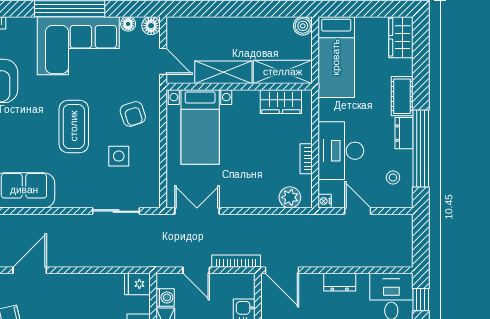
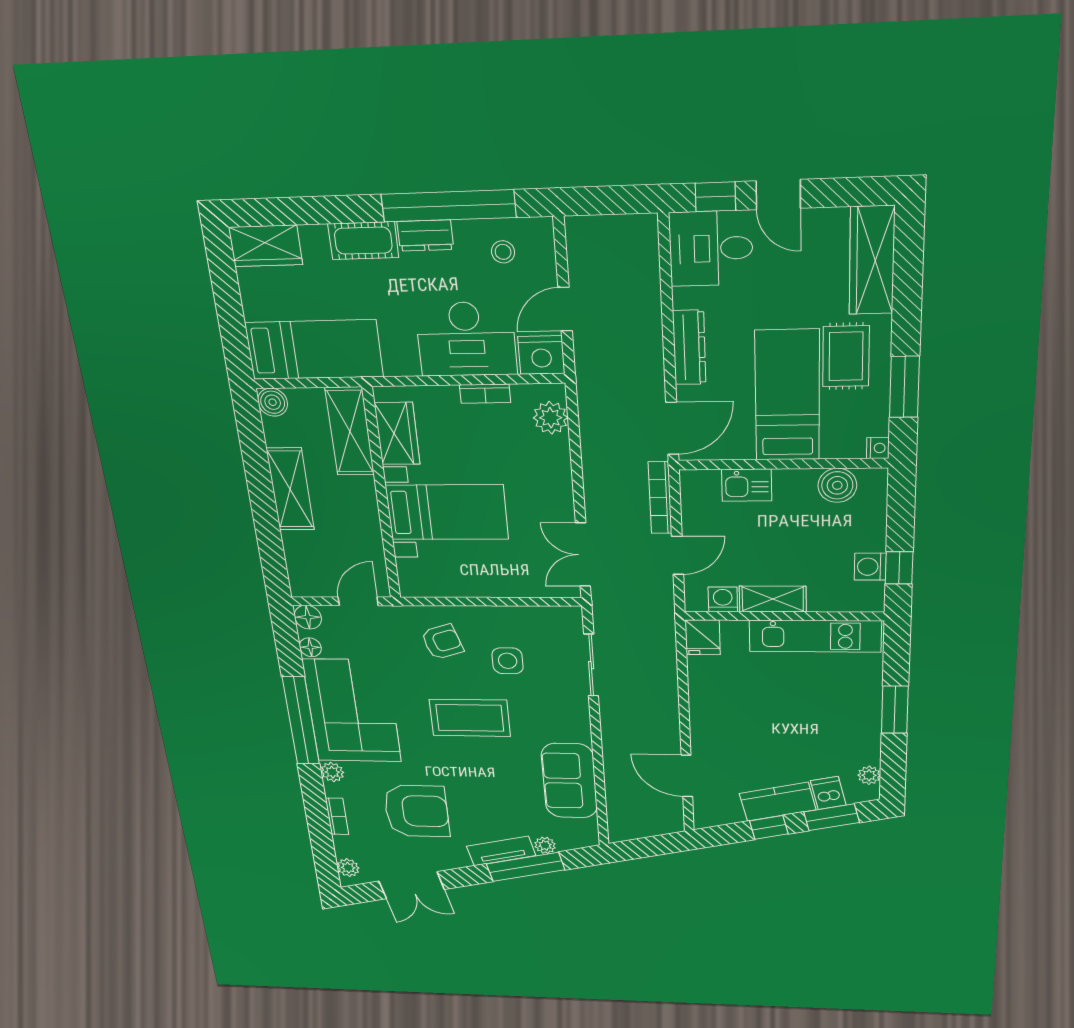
plant: (27, 25) -> (332, 772), added
shelving: (223, 72) -> (290, 489), moved
bed with nightstands: (200, 127) -> (447, 512), moved
nightstand: (325, 201) -> (541, 355), width x1.89, depth x1.79
dresser: (340, 282) -> (689, 347), width x1.44

